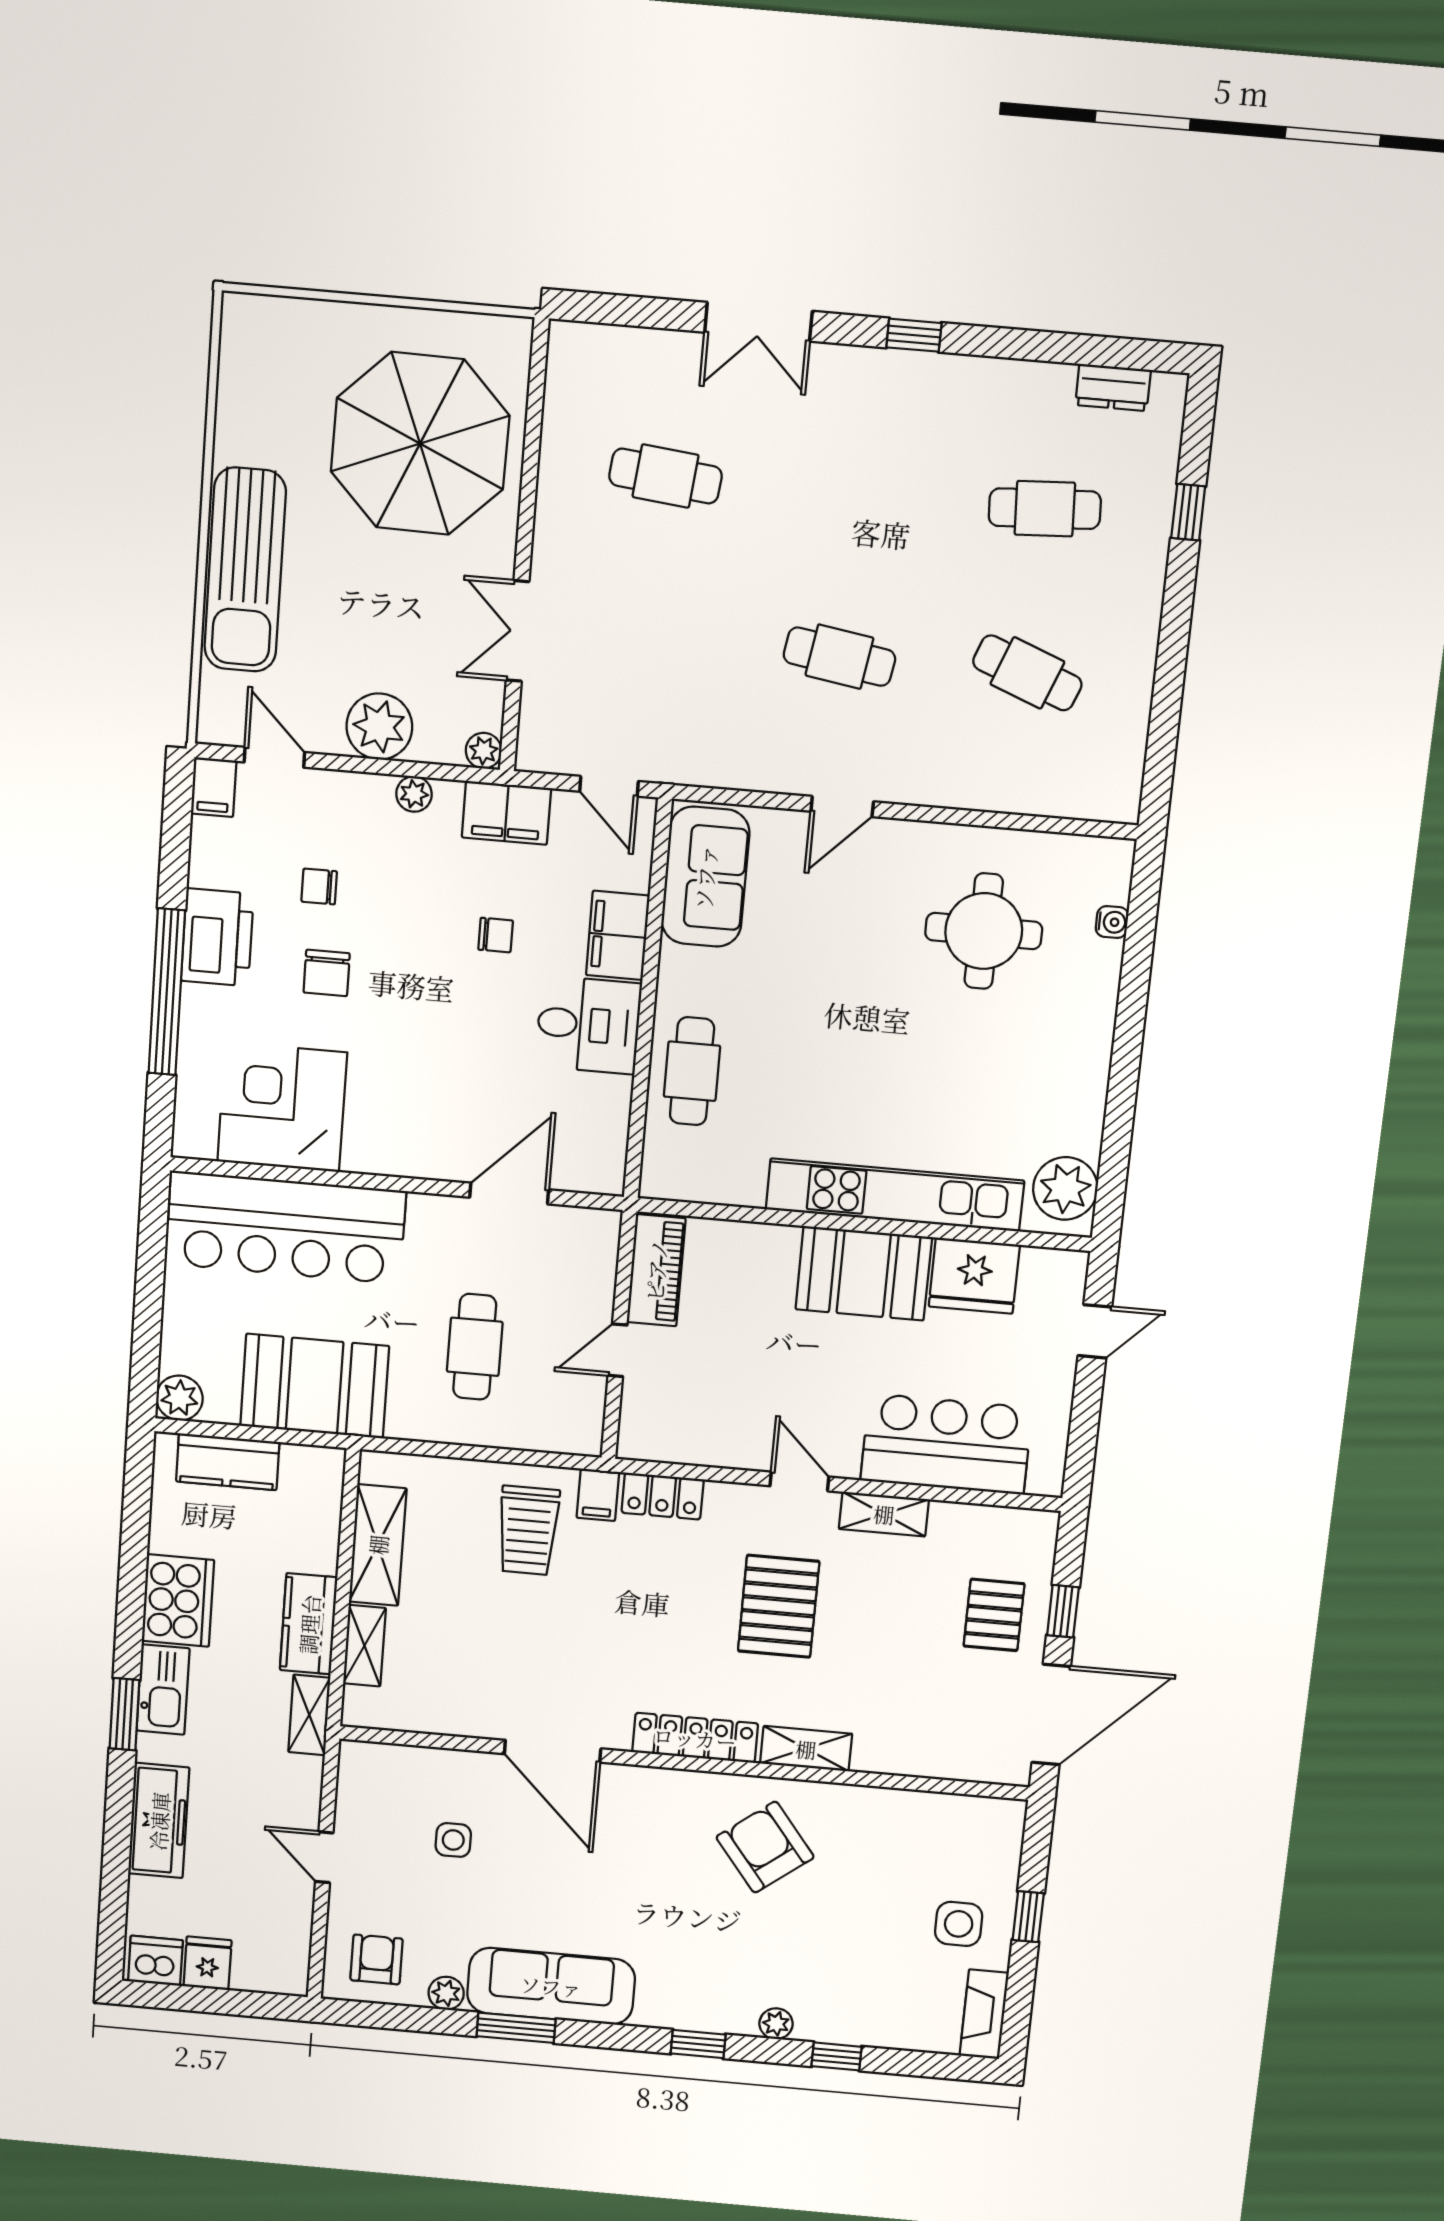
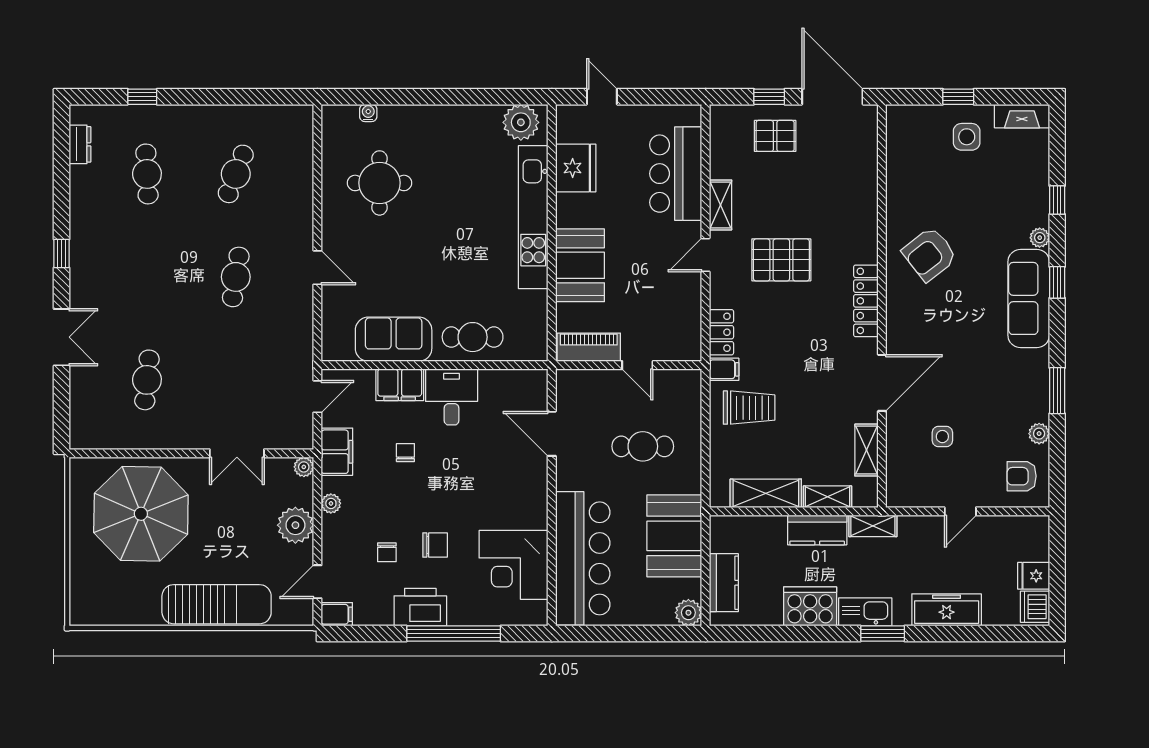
sofa: (705, 877) -> (394, 339), moved
booth: (864, 1273) -> (580, 265), moved
shelving: (806, 1749) -> (867, 450), moved
sofa: (551, 1986) -> (1029, 298), moved

